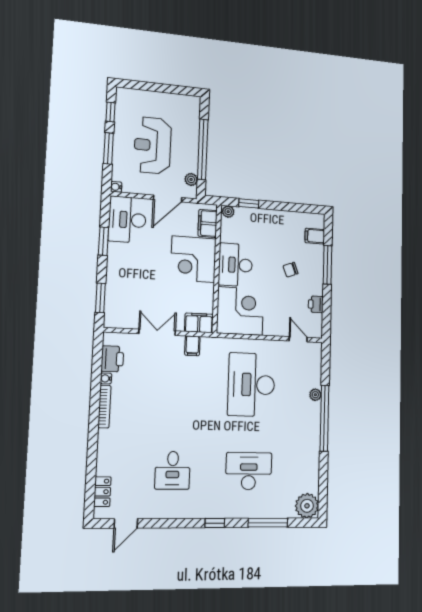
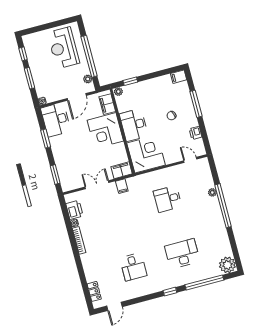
reception desk: (153, 145) -> (64, 48), moved
filing cabinet: (315, 236) -> (179, 77), moved
desk: (251, 385) -> (168, 199), width x0.53, depth x0.77
window: (268, 523) -> (204, 282), width x1.46

